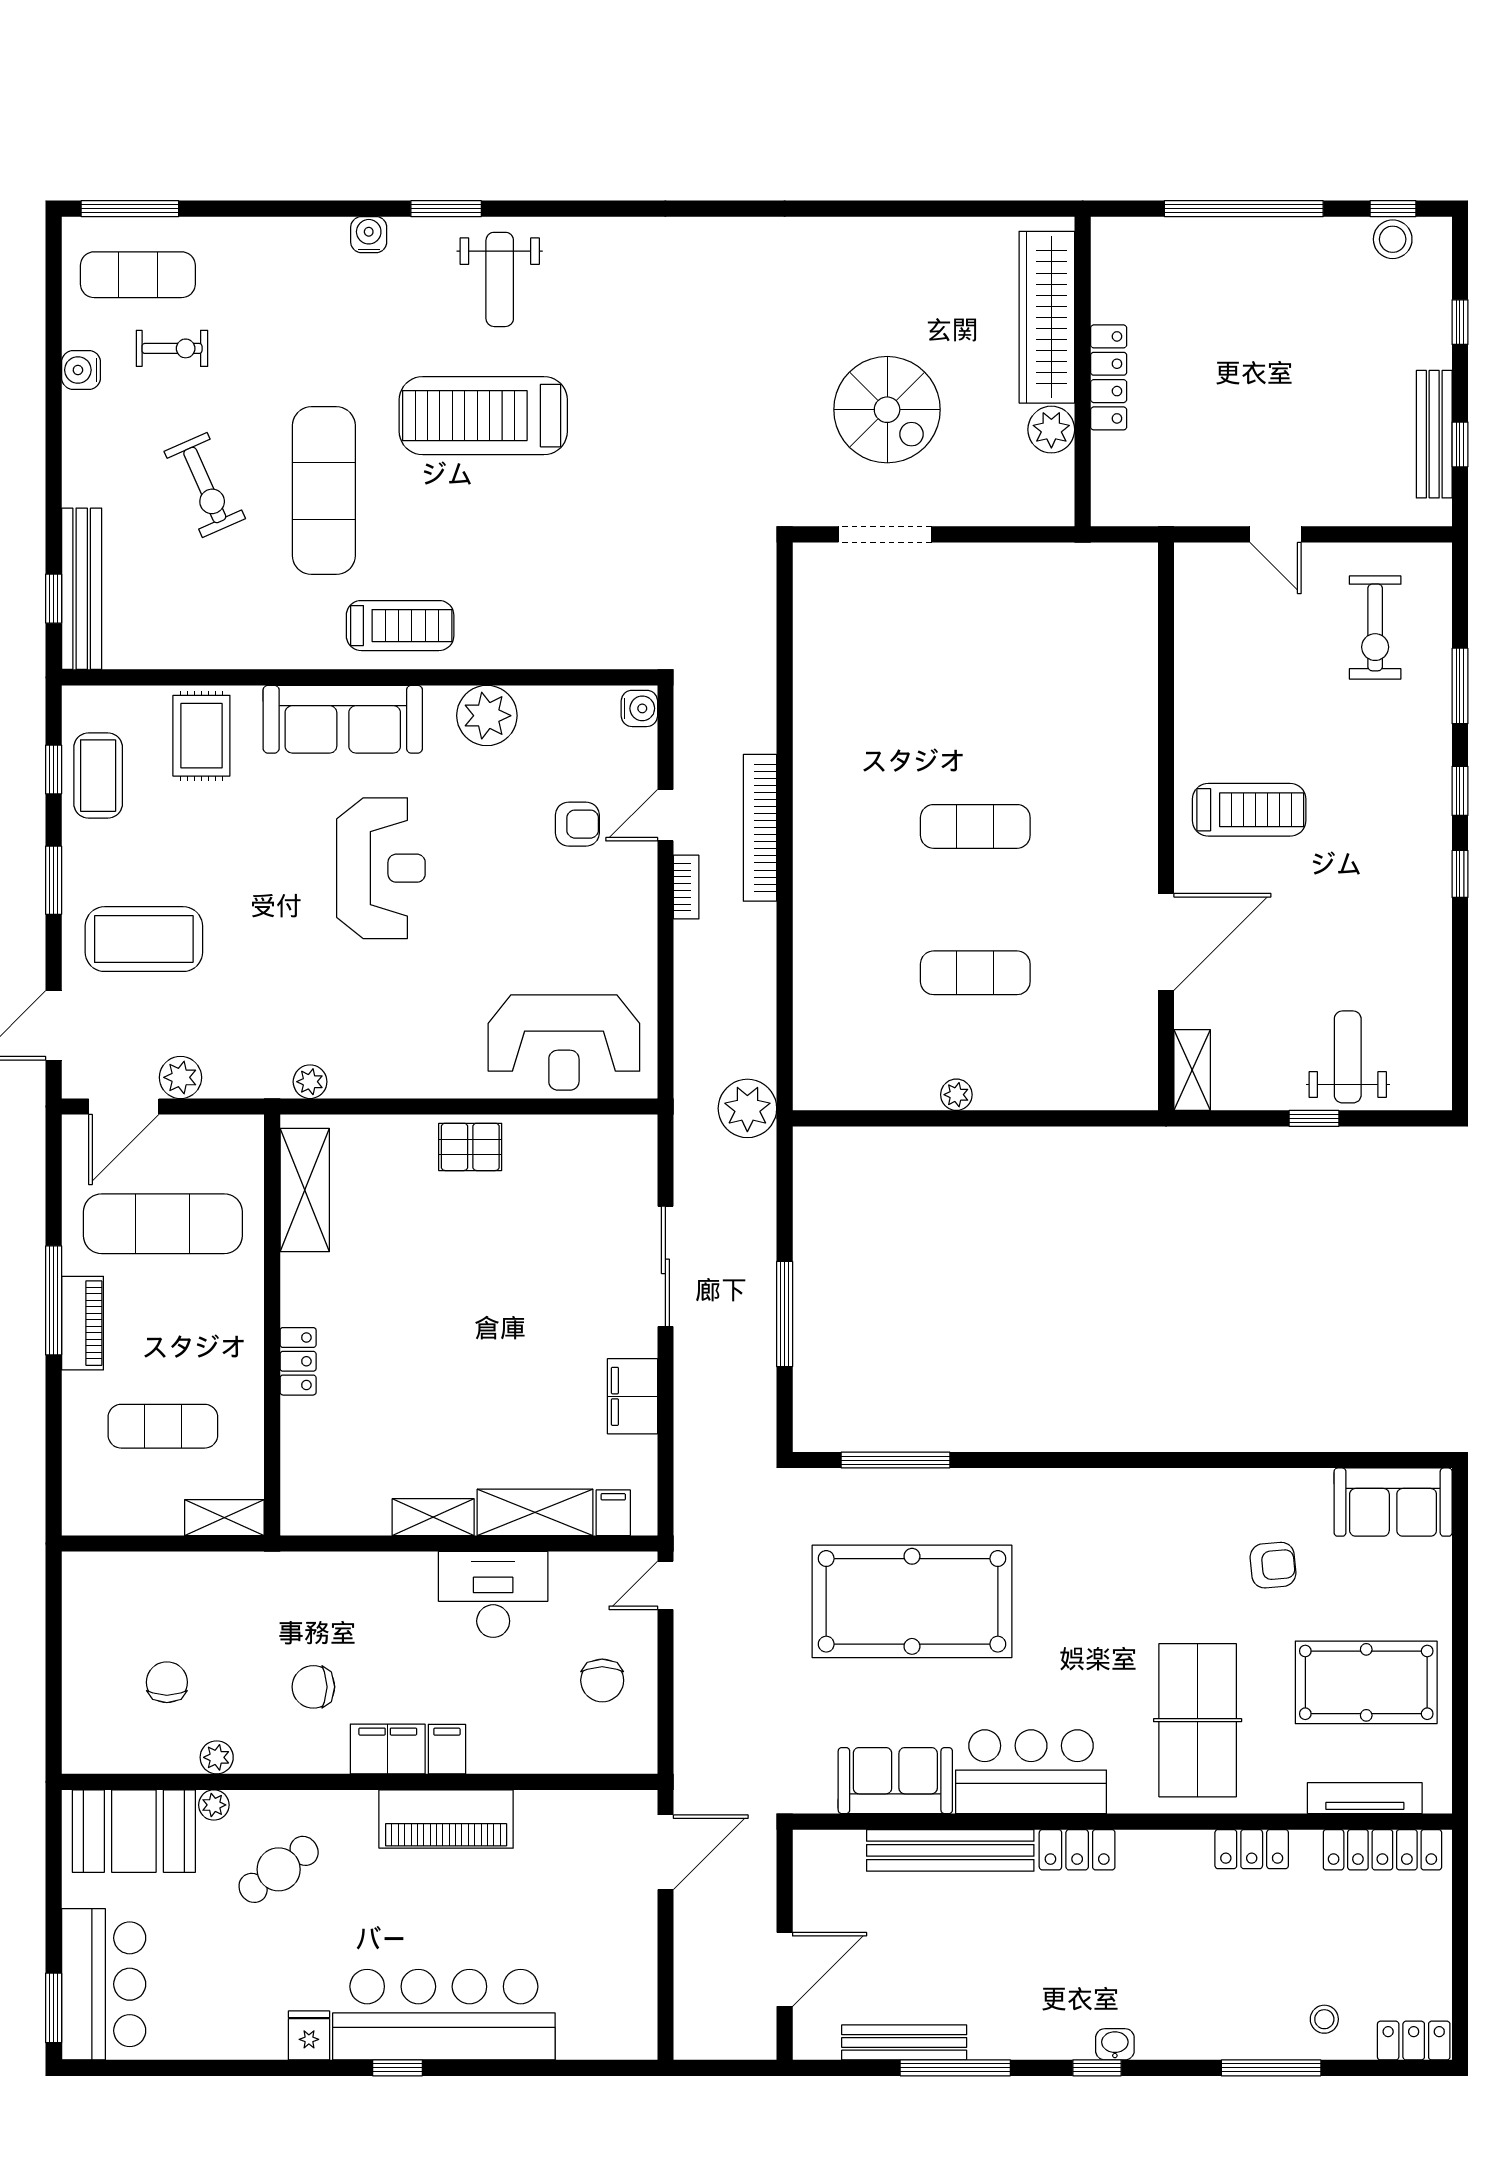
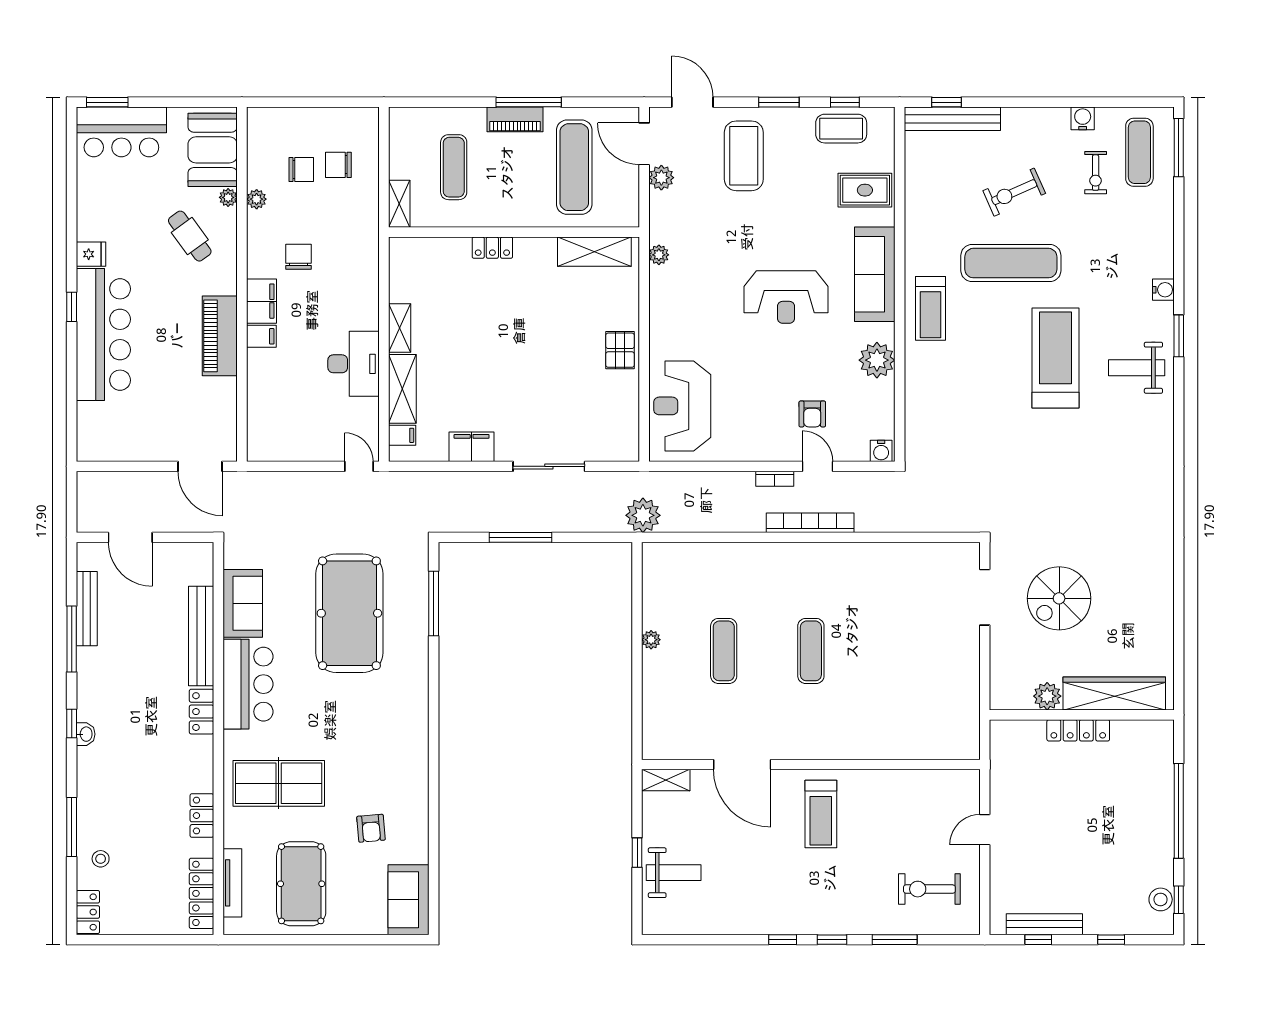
chair: (602, 1680) -> (338, 165), moved

